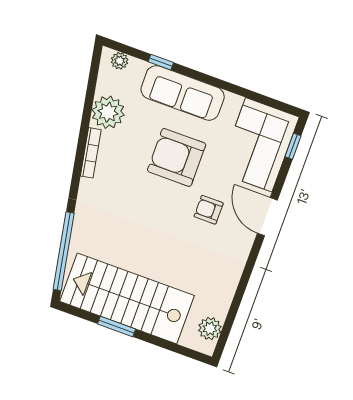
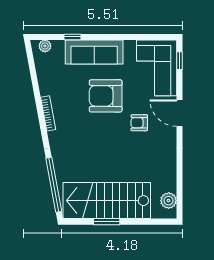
plant: (108, 112) -> (50, 83), removed

